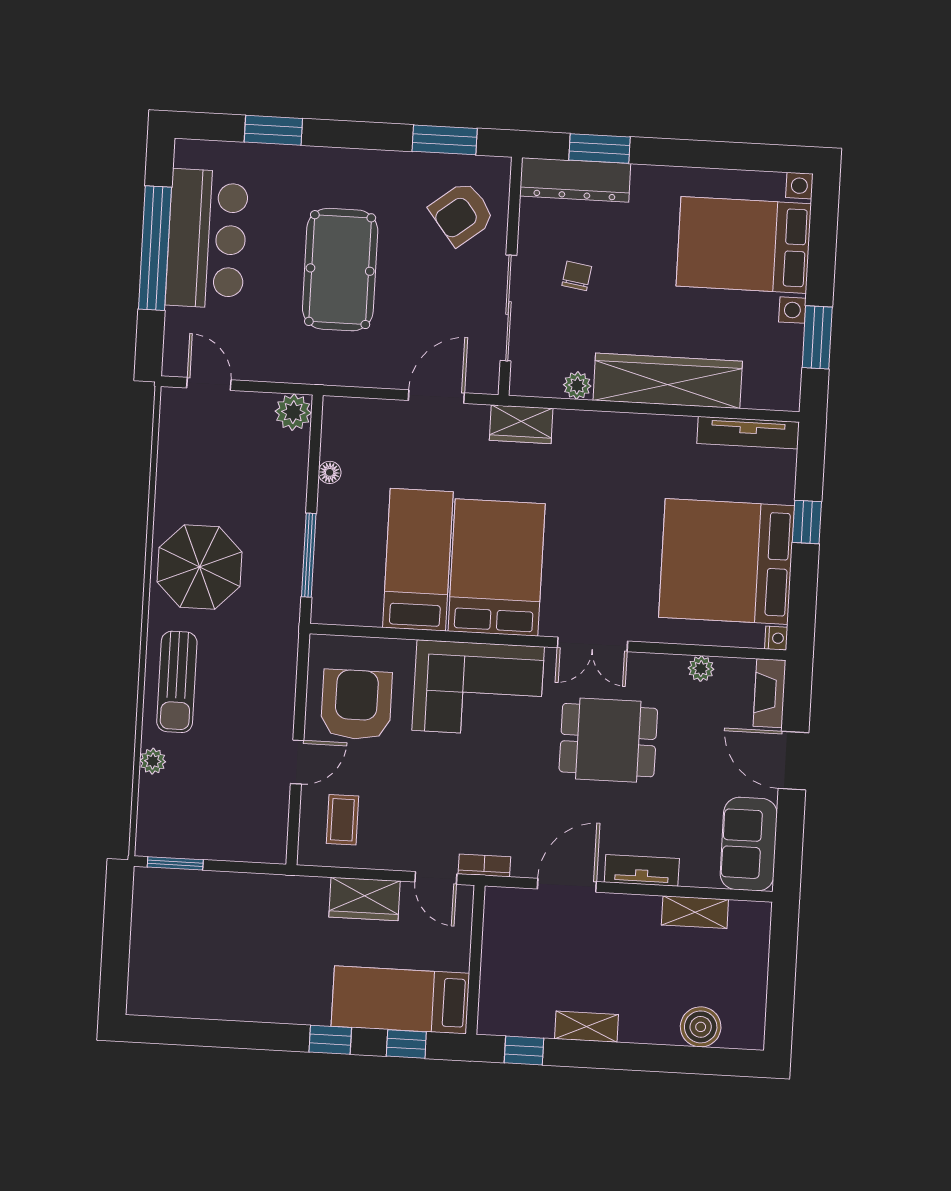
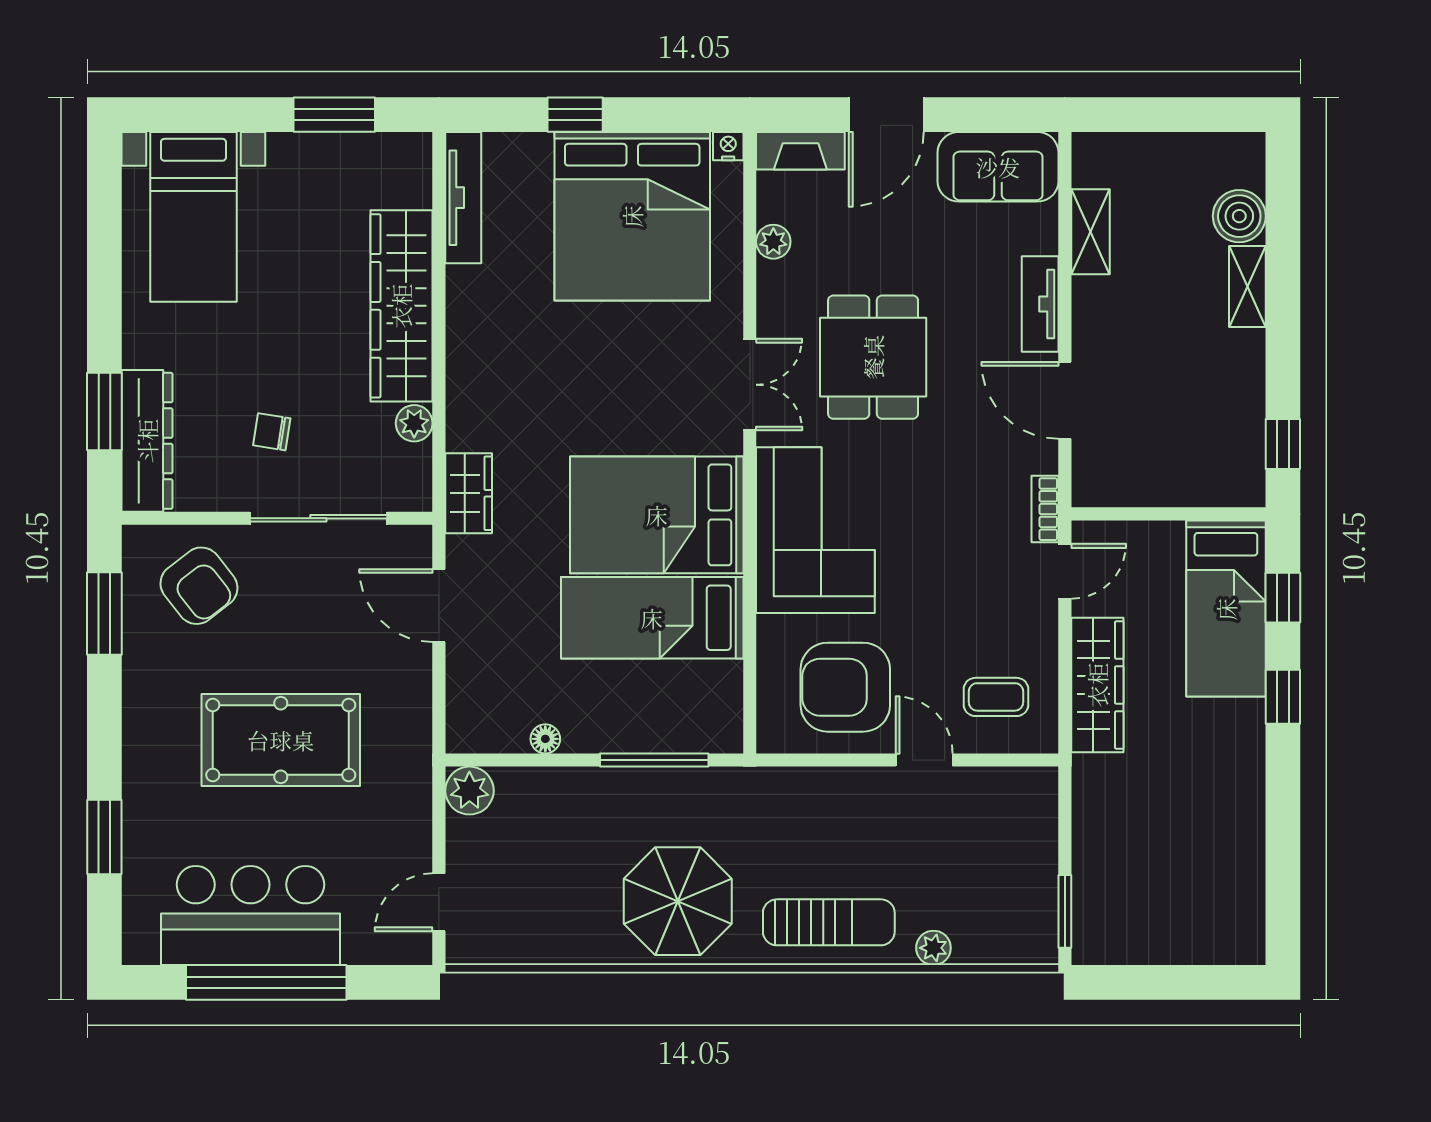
bed with nightstands: (744, 245) -> (193, 217), width x0.73
wardrobe: (364, 899) -> (1097, 685), width x1.50
shelving: (587, 1027) -> (1247, 287), moved

